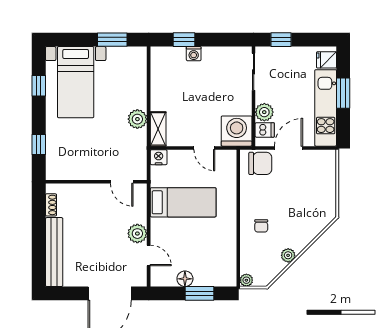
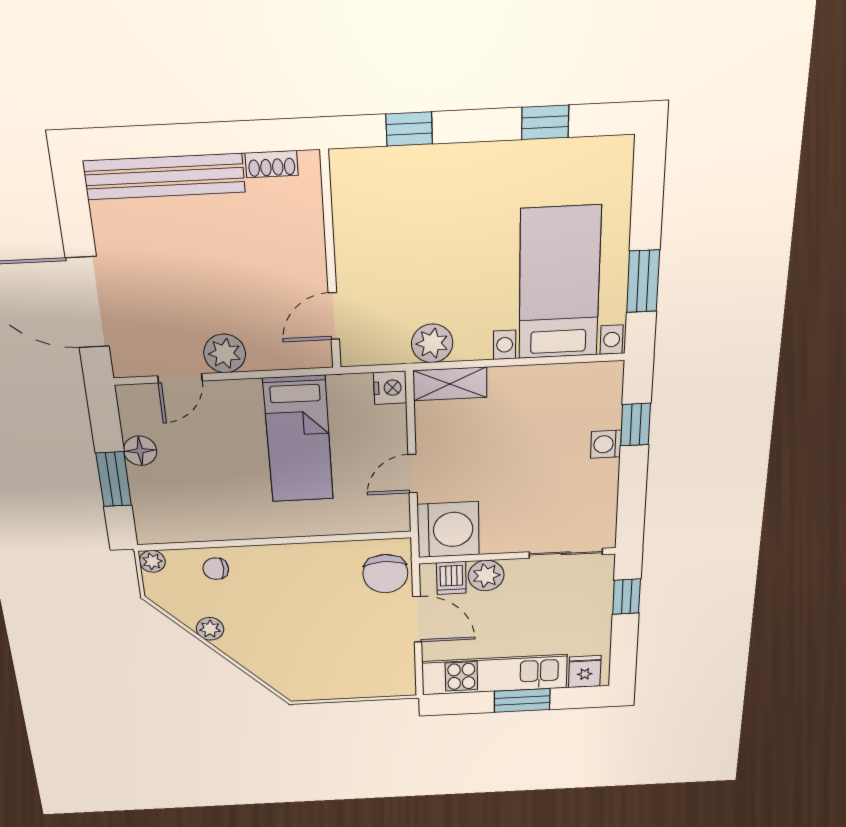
bed with nightstands: (76, 82) -> (559, 283), moved, turned 90
plant: (137, 119) -> (432, 343), moved
chair: (261, 226) -> (216, 569), moved

